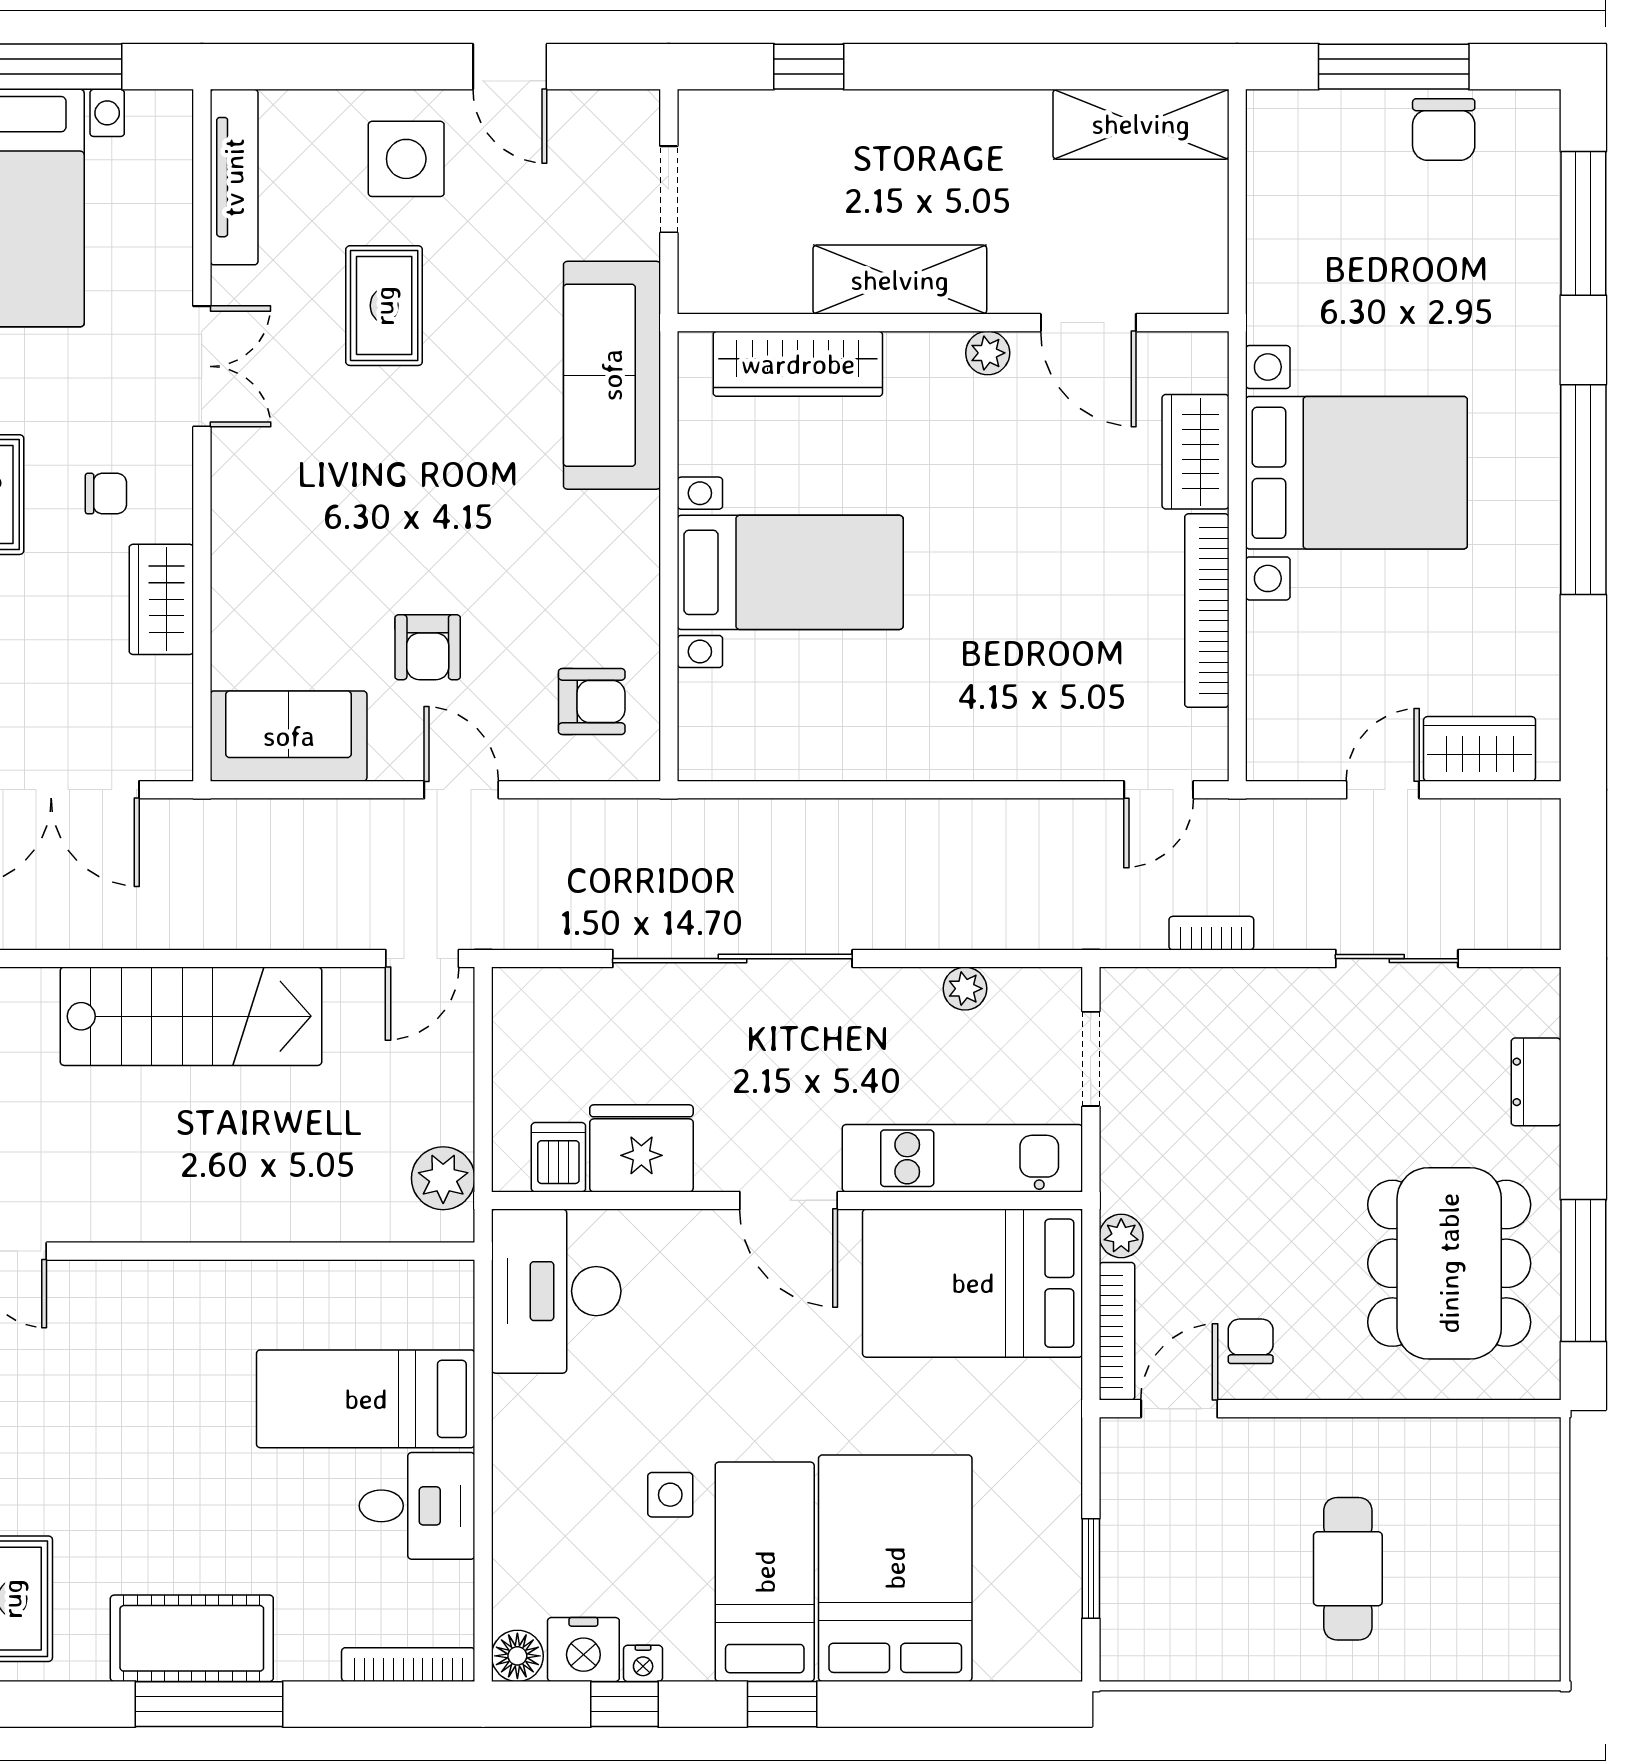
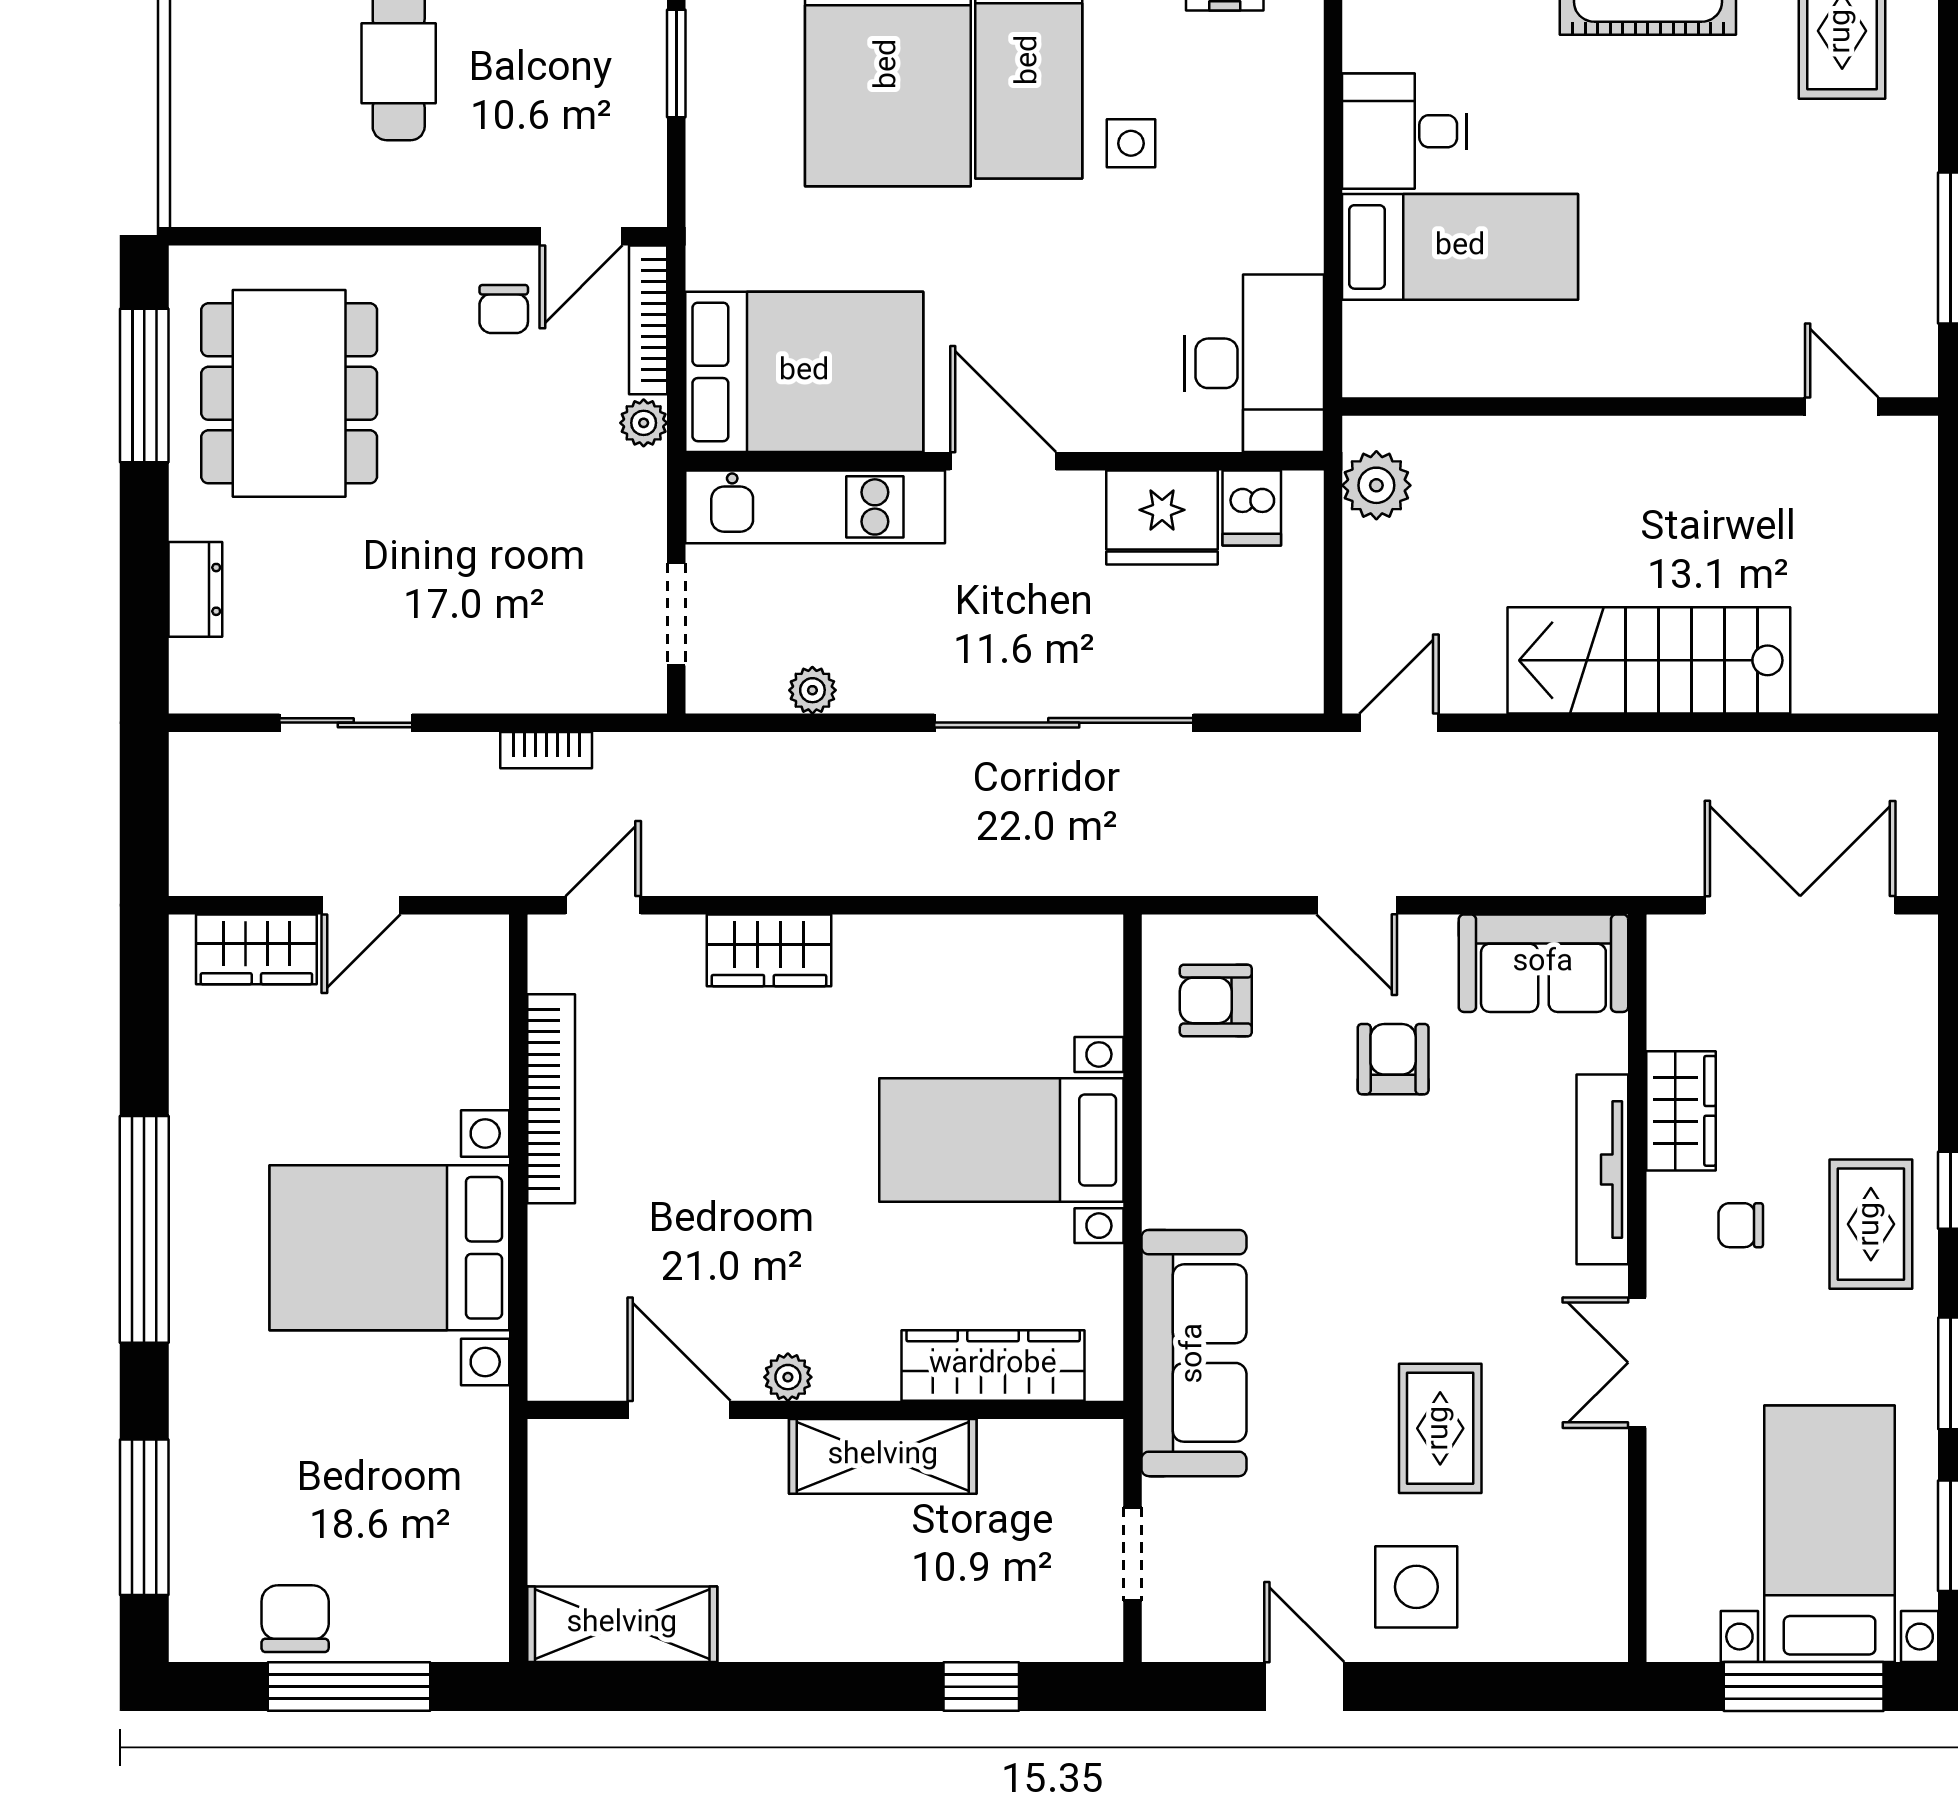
tv unit: (234, 177) -> (1602, 1169), moved
wardrobe: (1195, 452) -> (769, 950), moved, turned 90

